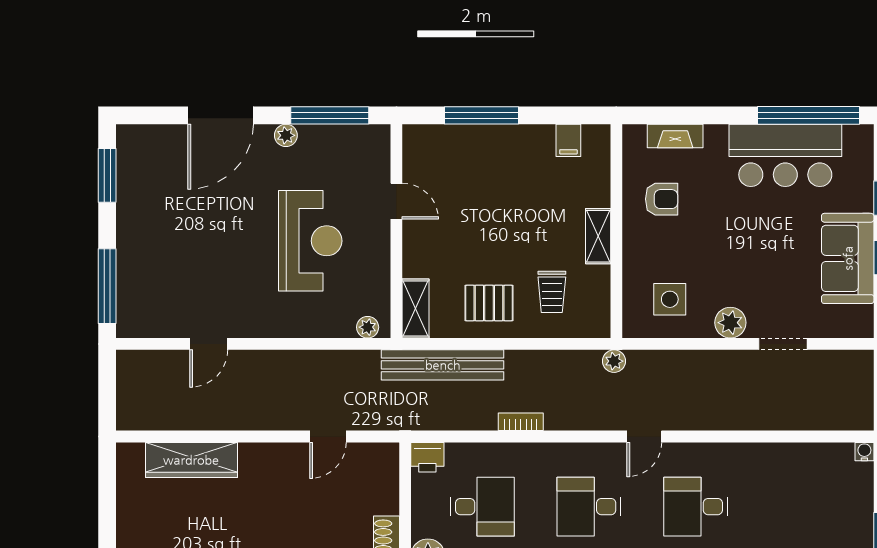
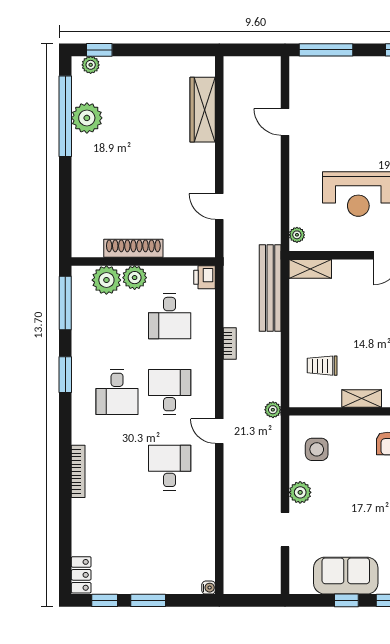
pallet: (489, 303) -> (314, 321), removed

